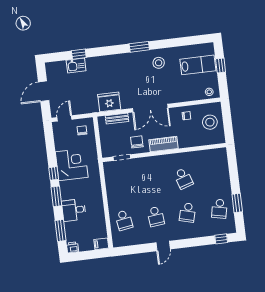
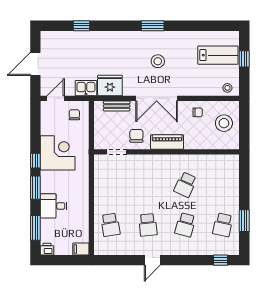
stool: (159, 63) -> (158, 61), moved
kitchen sink: (76, 66) -> (86, 88), moved, turned 180
school desk: (183, 178) -> (185, 185), turned 42

